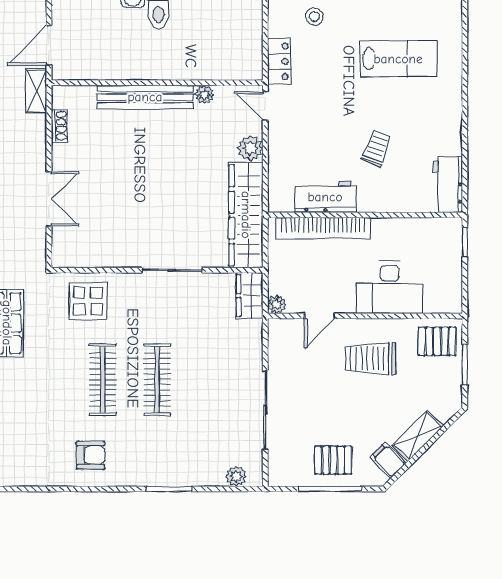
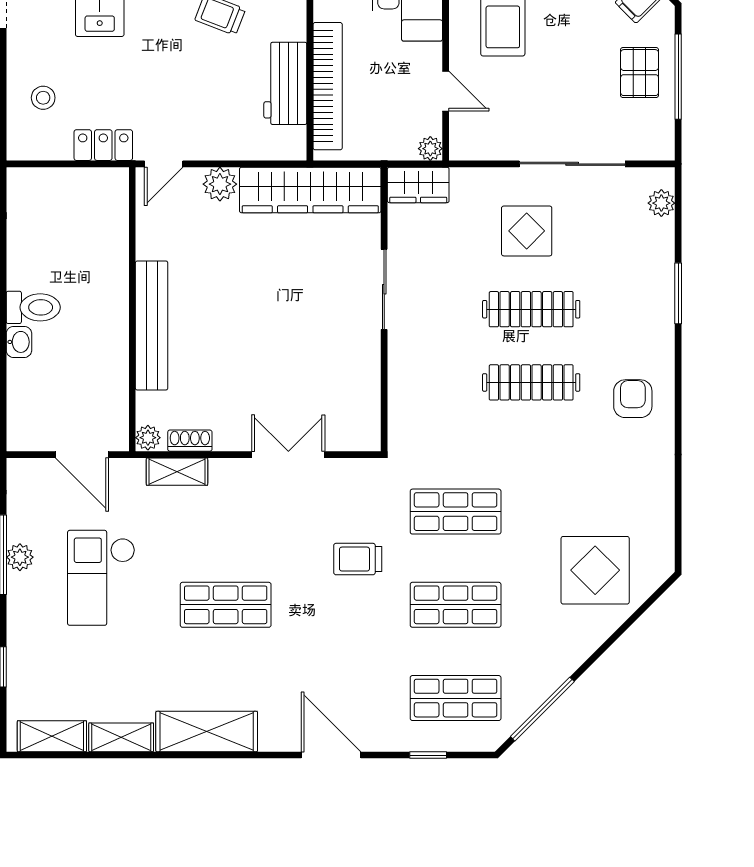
shelving: (36, 91) -> (177, 472), moved
plant: (204, 94) -> (148, 438), moved
display table: (88, 301) -> (527, 231), moved

